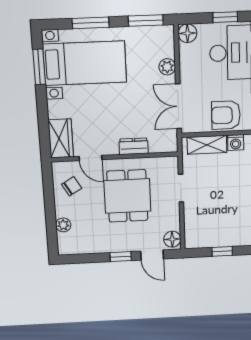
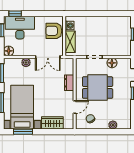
armchair: (226, 115) -> (54, 31), turned 90
wardrobe: (61, 138) -> (52, 123), moved
floor lamp: (172, 239) -> (112, 63), moved

